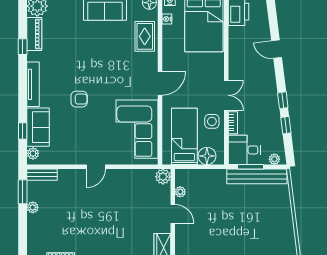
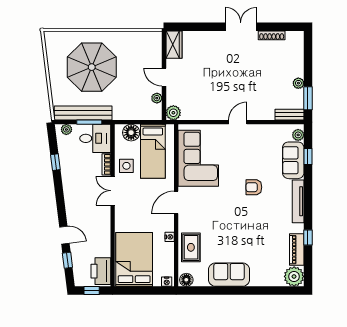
nightstand: (167, 19) -> (170, 237), moved
window: (283, 100) -> (67, 260), moved
parasol: (248, 224) -> (92, 67), added

